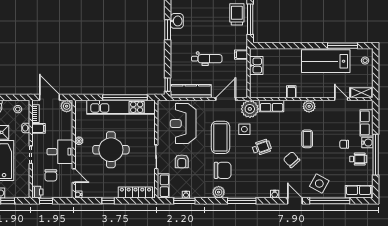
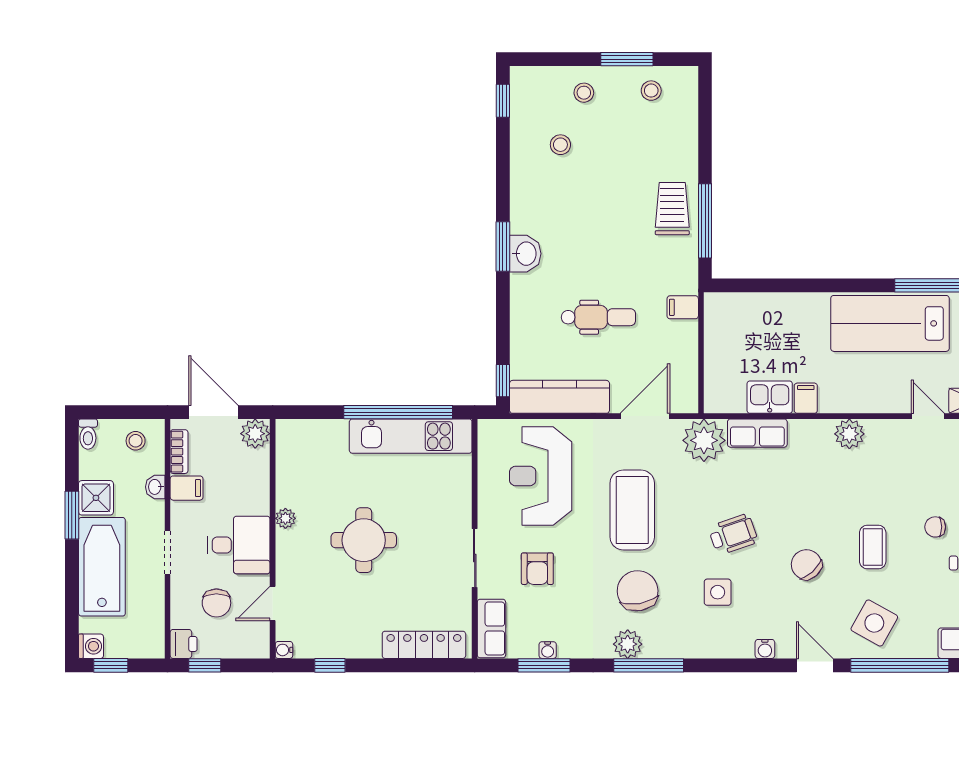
washbasin: (177, 21) -> (525, 254), moved
kitchen sink: (256, 65) -> (770, 397), moved, turned -90
kitchen unit: (121, 107) -> (411, 436), width x0.73
side table: (244, 129) -> (718, 592), moved
coffee table: (307, 139) -> (873, 547), moved
round table: (111, 150) -> (364, 540), width x0.73, depth x0.73
chair: (223, 170) -> (638, 591), turned -100
door: (74, 176) -> (273, 604), swing flipped
window: (108, 201) -> (330, 665), moved
window: (242, 201) -> (649, 665), moved

